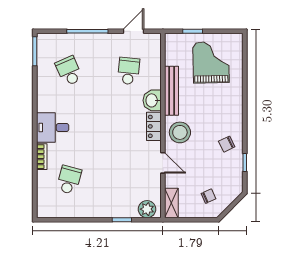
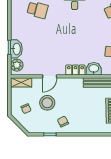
stool: (180, 132) -> (47, 103), moved
washbasin: (124, 210) -> (16, 49), added

